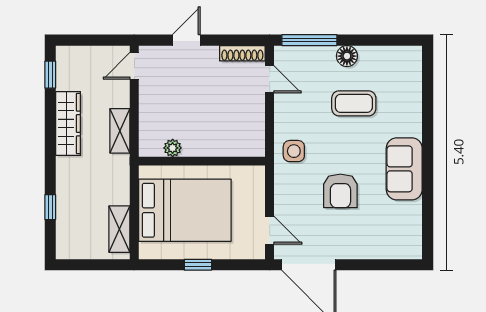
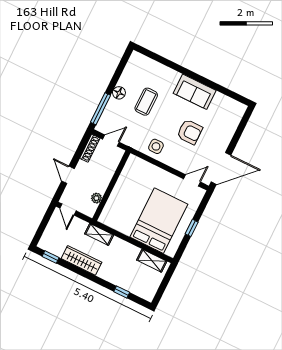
plant: (173, 148) -> (96, 198), moved
wall: (202, 161) -> (111, 186), moved

